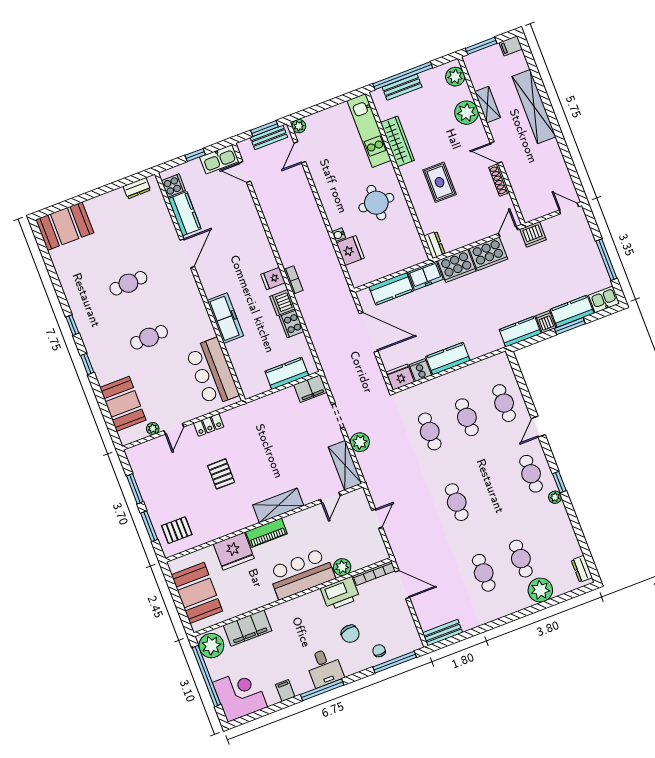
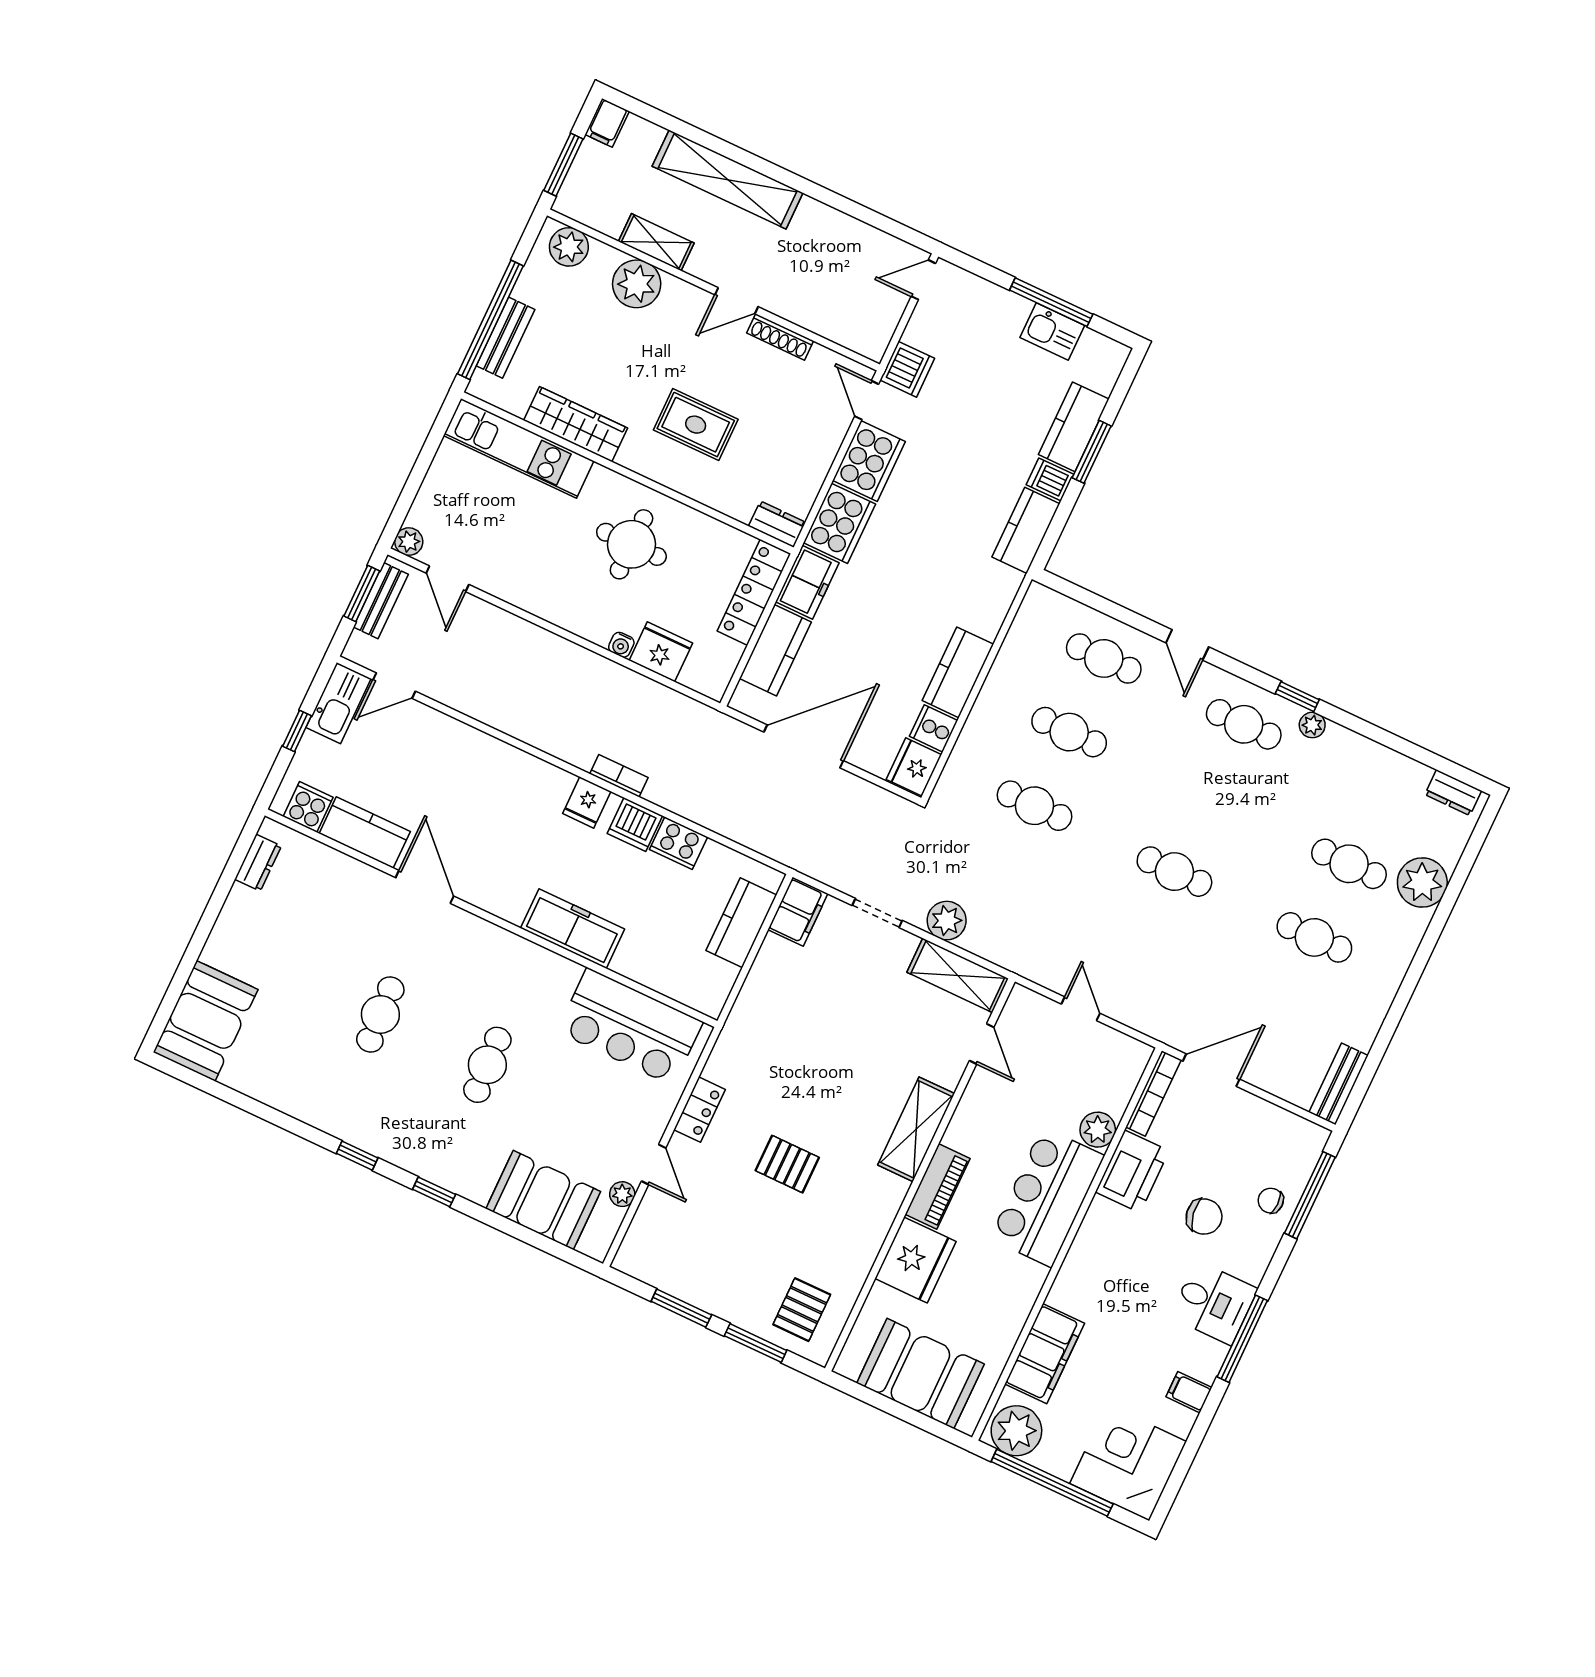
locker: (403, 261) -> (754, 592), added
kitchen sink: (604, 299) -> (1052, 332), moved, turned -90

